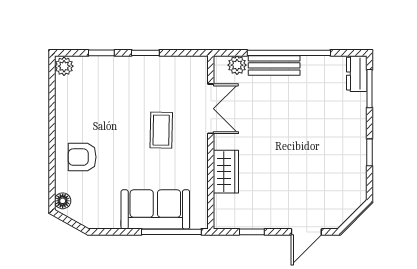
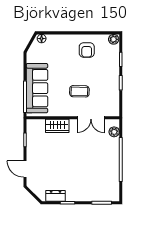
bench: (274, 65) -> (114, 152), removed
dresser: (357, 74) -> (56, 196), moved
armchair: (82, 157) -> (87, 50), moved, turned 180
sofa: (155, 209) -> (37, 88), width x1.36

